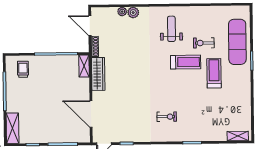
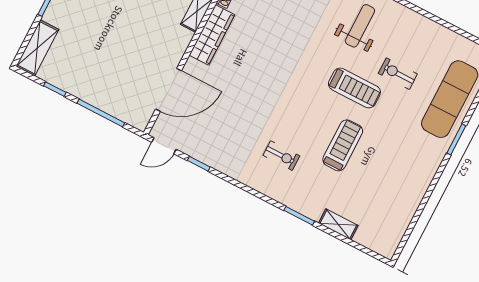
treadmill: (214, 73) -> (343, 145), moved
door: (91, 114) -> (168, 90), swing flipped
shelving: (238, 136) -> (338, 224), moved

